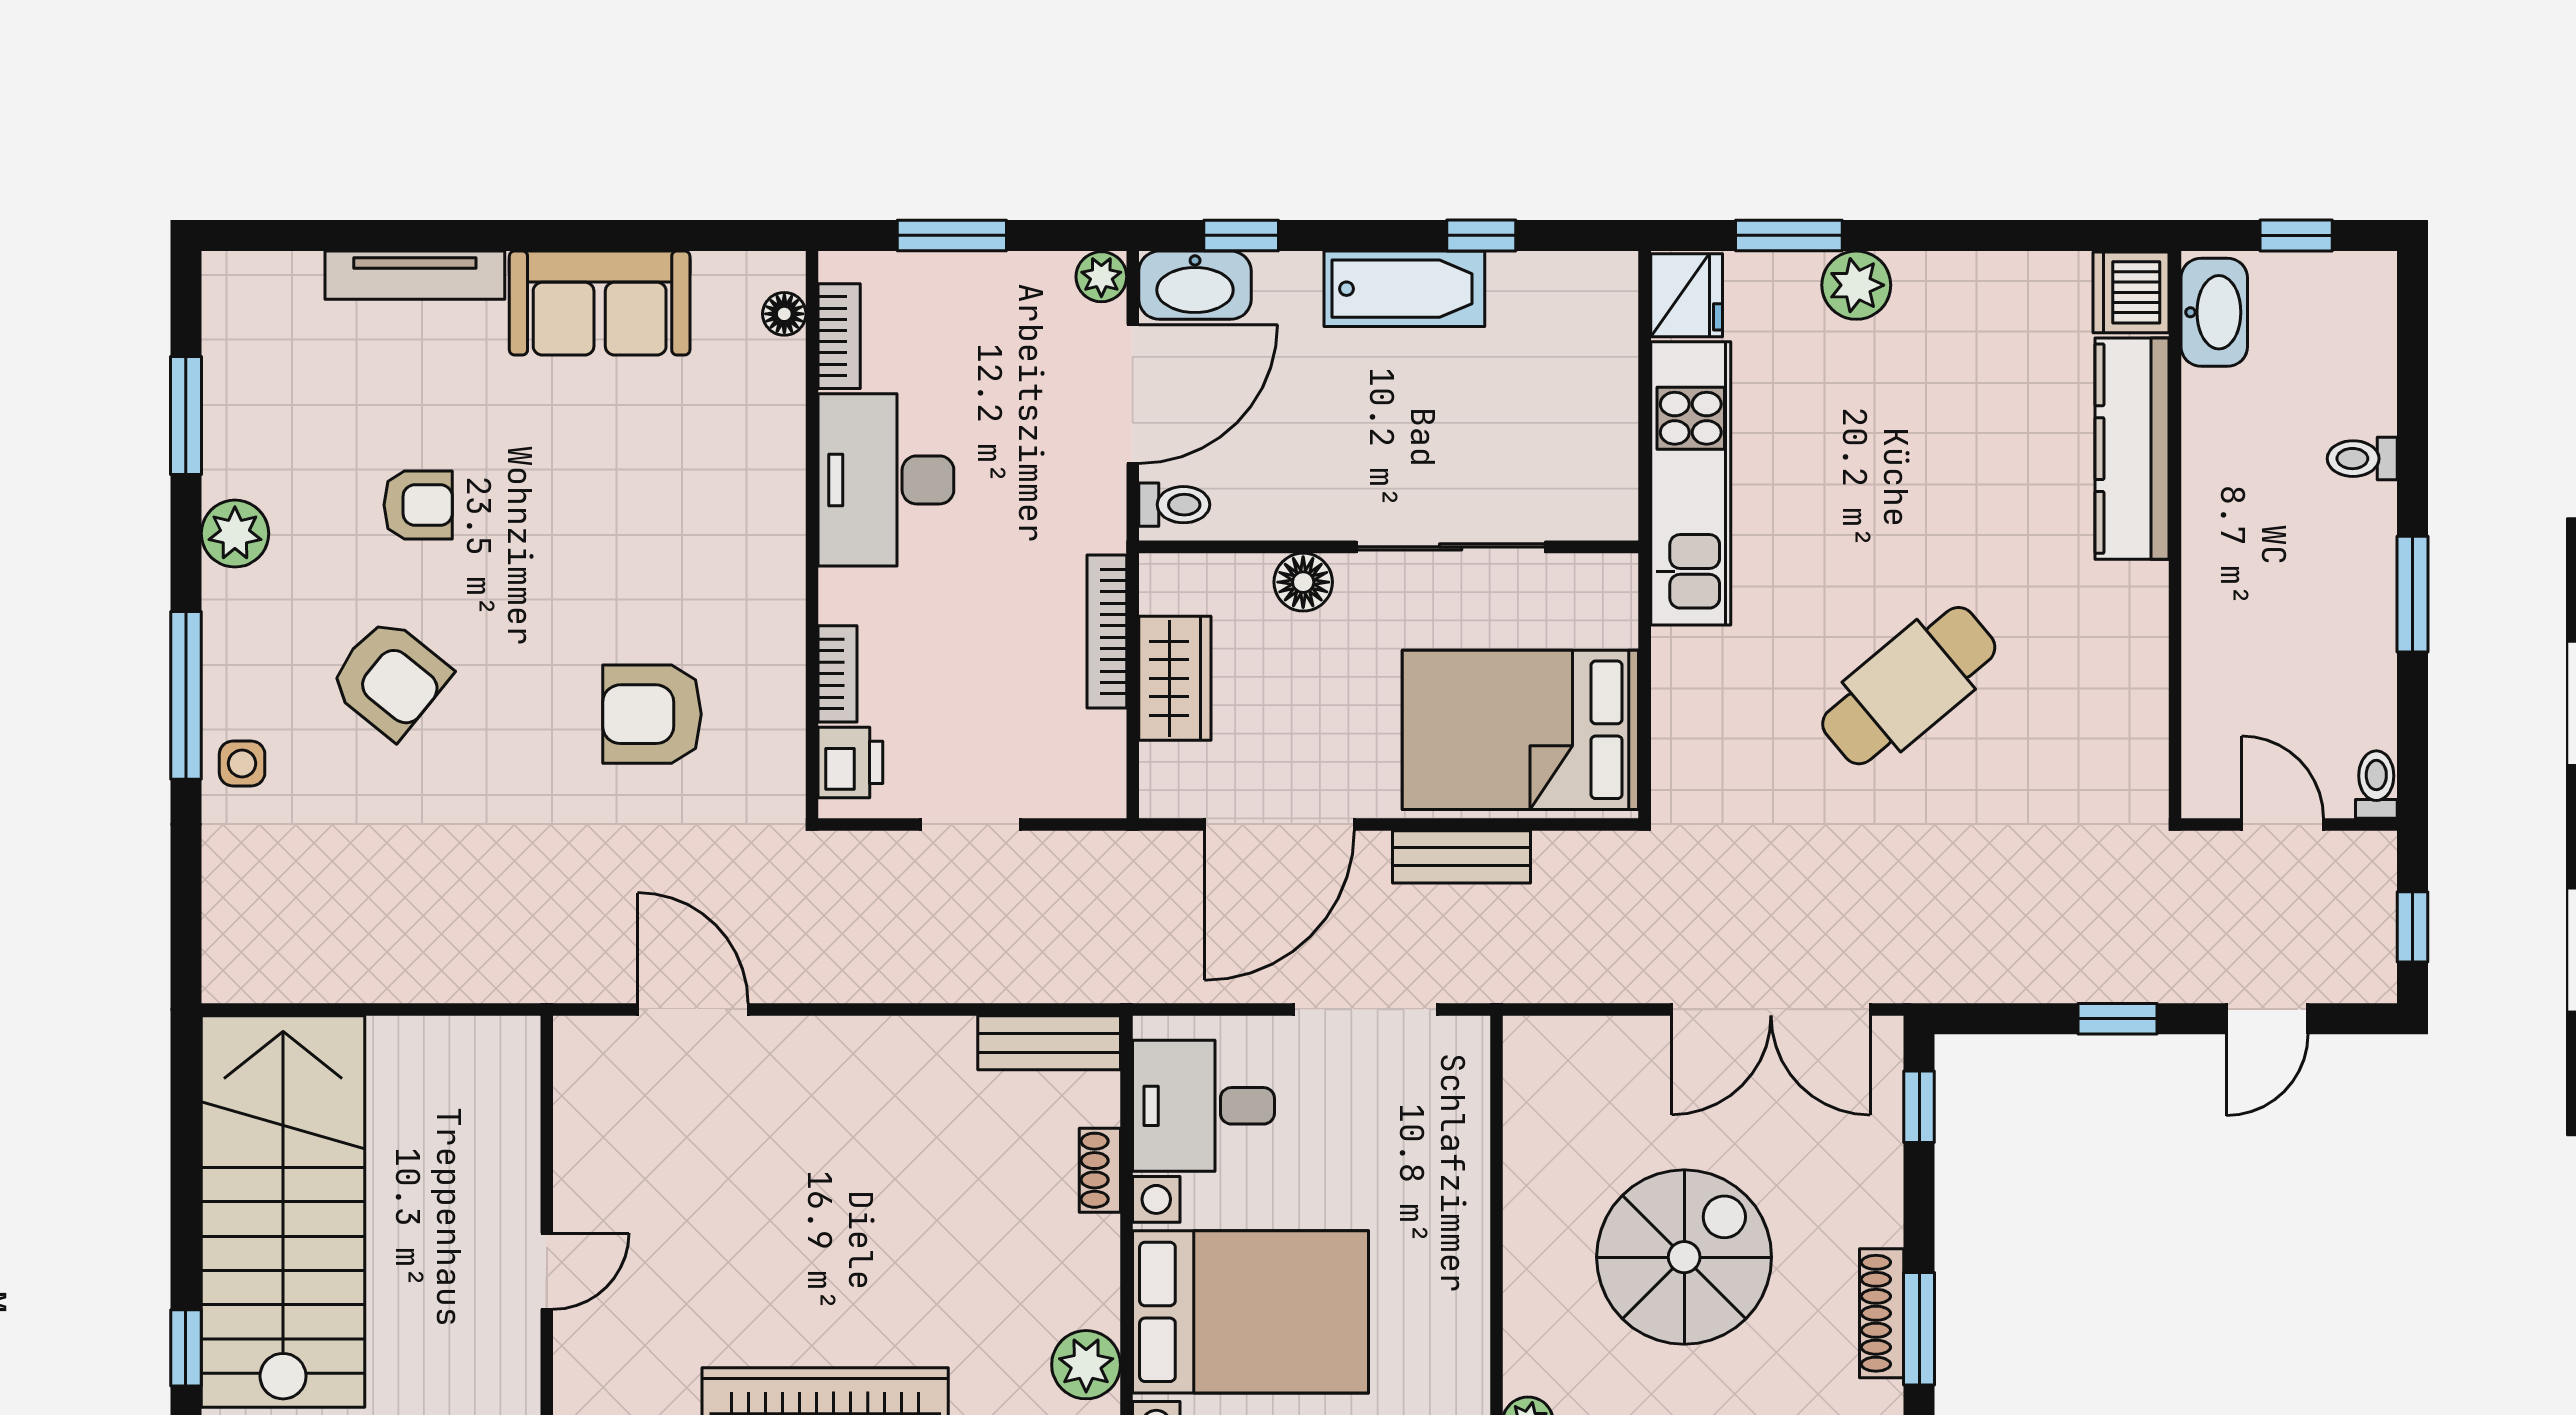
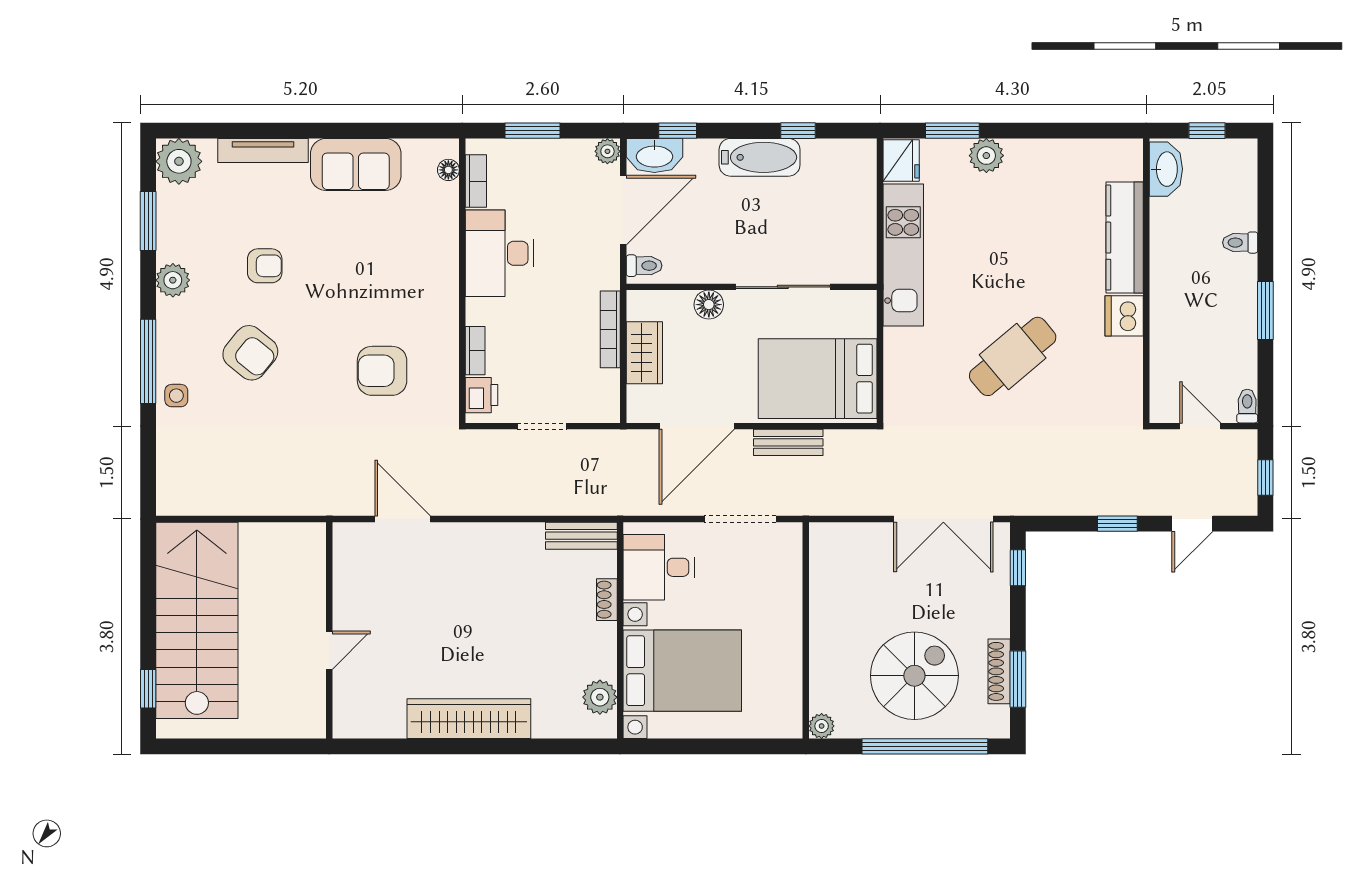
dishwasher: (2131, 292) -> (1124, 316), moved
plant: (247, 297) -> (179, 161), added
spiral stairs: (1684, 1257) -> (914, 676), moved

